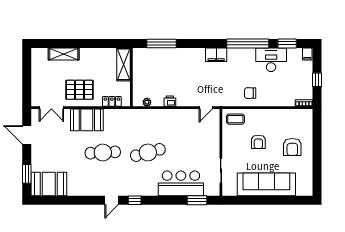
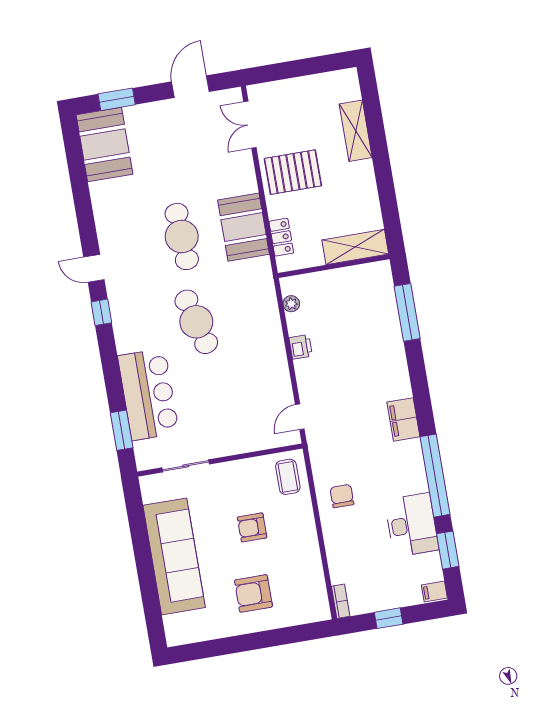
pallet: (80, 90) -> (293, 172), turned 90
door: (206, 108) -> (300, 417), hinge flipped
booth: (87, 120) -> (244, 227), moved

